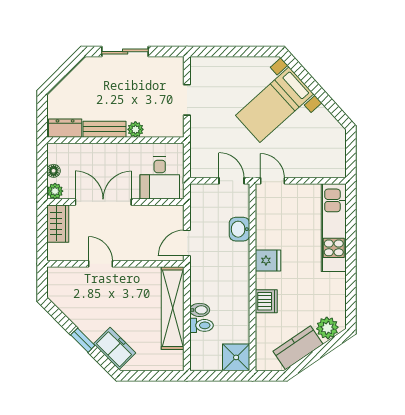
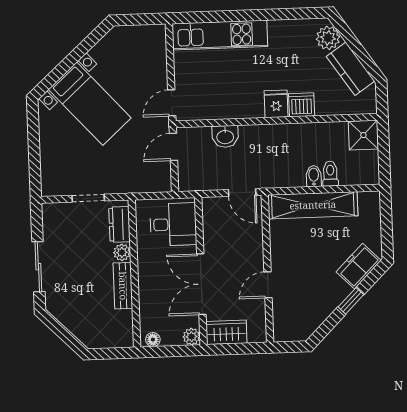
dresser: (65, 128) -> (119, 224), moved
floor lamp: (54, 171) -> (153, 340), moved
fridge: (268, 260) -> (276, 104), moved

